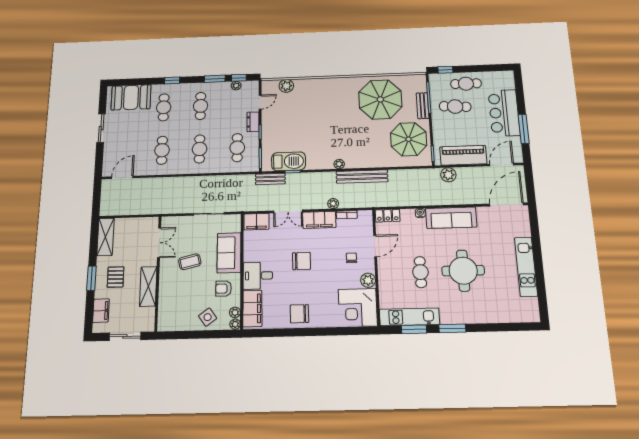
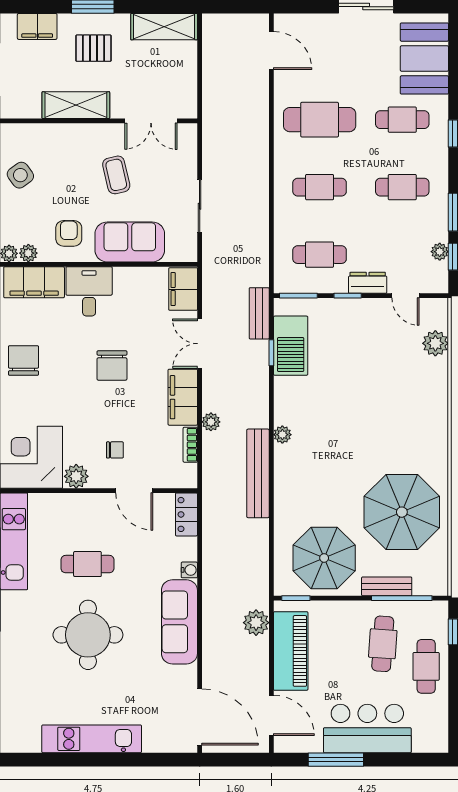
cafe table: (162, 150) -> (320, 120), width x1.37, depth x1.35
side table: (208, 317) -> (20, 175), moved

